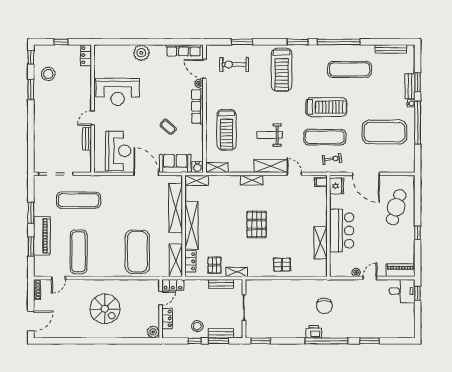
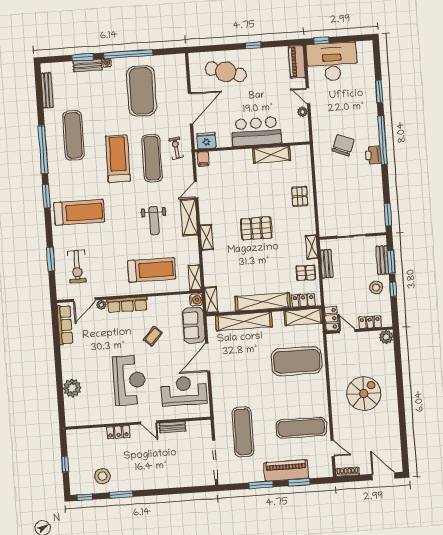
plant: (141, 53) -> (72, 388), moved
locker: (86, 55) -> (118, 432), moved
reception desk: (118, 92) -> (129, 380), moved
desk: (402, 291) -> (332, 62), width x1.87, depth x1.30
chair: (324, 306) -> (343, 145), turned -68

